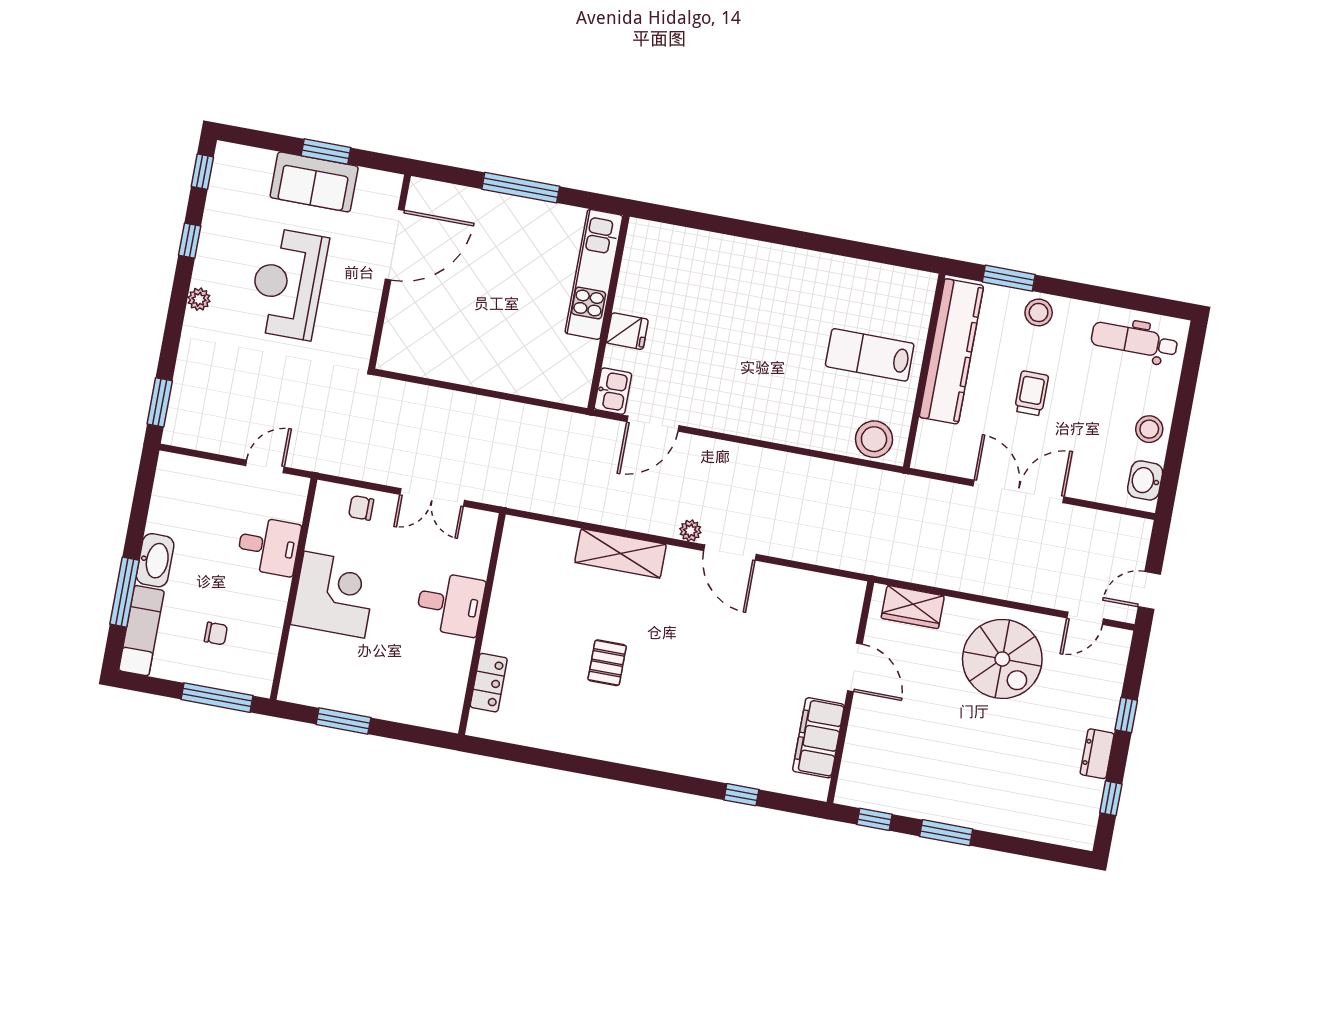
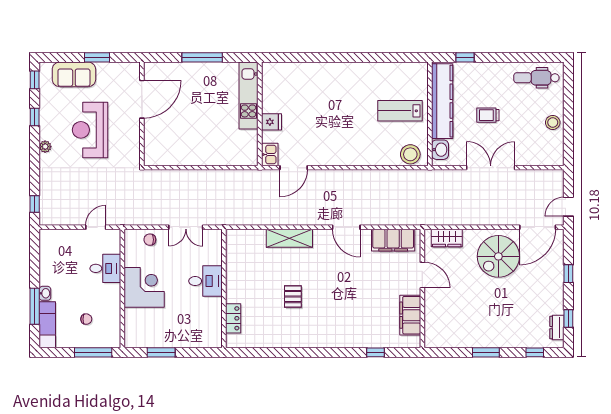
sofa: (314, 182) -> (74, 74), moved
window: (1009, 278) -> (465, 57), width x0.67
stool: (1039, 312) -> (484, 72), removed
trolley: (1031, 393) -> (488, 115), turned -90
window: (160, 402) -> (35, 204), width x0.67
washbasin: (1145, 480) -> (440, 150), moved, turned 180
plant: (690, 531) -> (324, 220), removed
washbasin: (155, 560) -> (45, 293), width x0.52, depth x0.69
filing cabinet: (813, 593) -> (393, 240), added
door: (1085, 618) -> (538, 227), width x1.87
spiral stairs: (1002, 659) -> (498, 256), turned 90
dresser: (1097, 754) -> (557, 328), moved
window: (874, 819) -> (535, 352), moved

